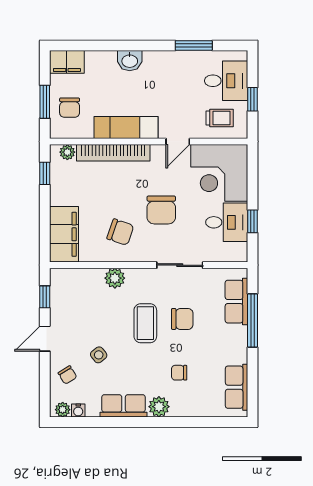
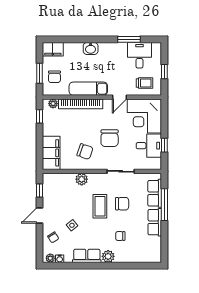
desk: (226, 81) -> (139, 55), moved, turned -90
row of seats: (237, 387) -> (155, 222), moved

